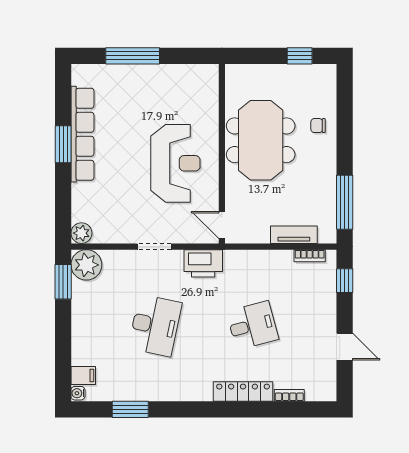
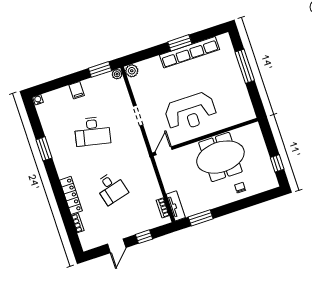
window: (345, 202) -> (201, 218), width x0.69
tv unit: (294, 235) -> (176, 206), moved
printer: (203, 263) -> (138, 147), removed
plant: (86, 265) -> (117, 74), width x0.53, depth x0.53
window: (345, 281) -> (144, 237), moved
filing cabinet: (83, 375) -> (77, 90), moved
window: (130, 409) -> (44, 149), moved

